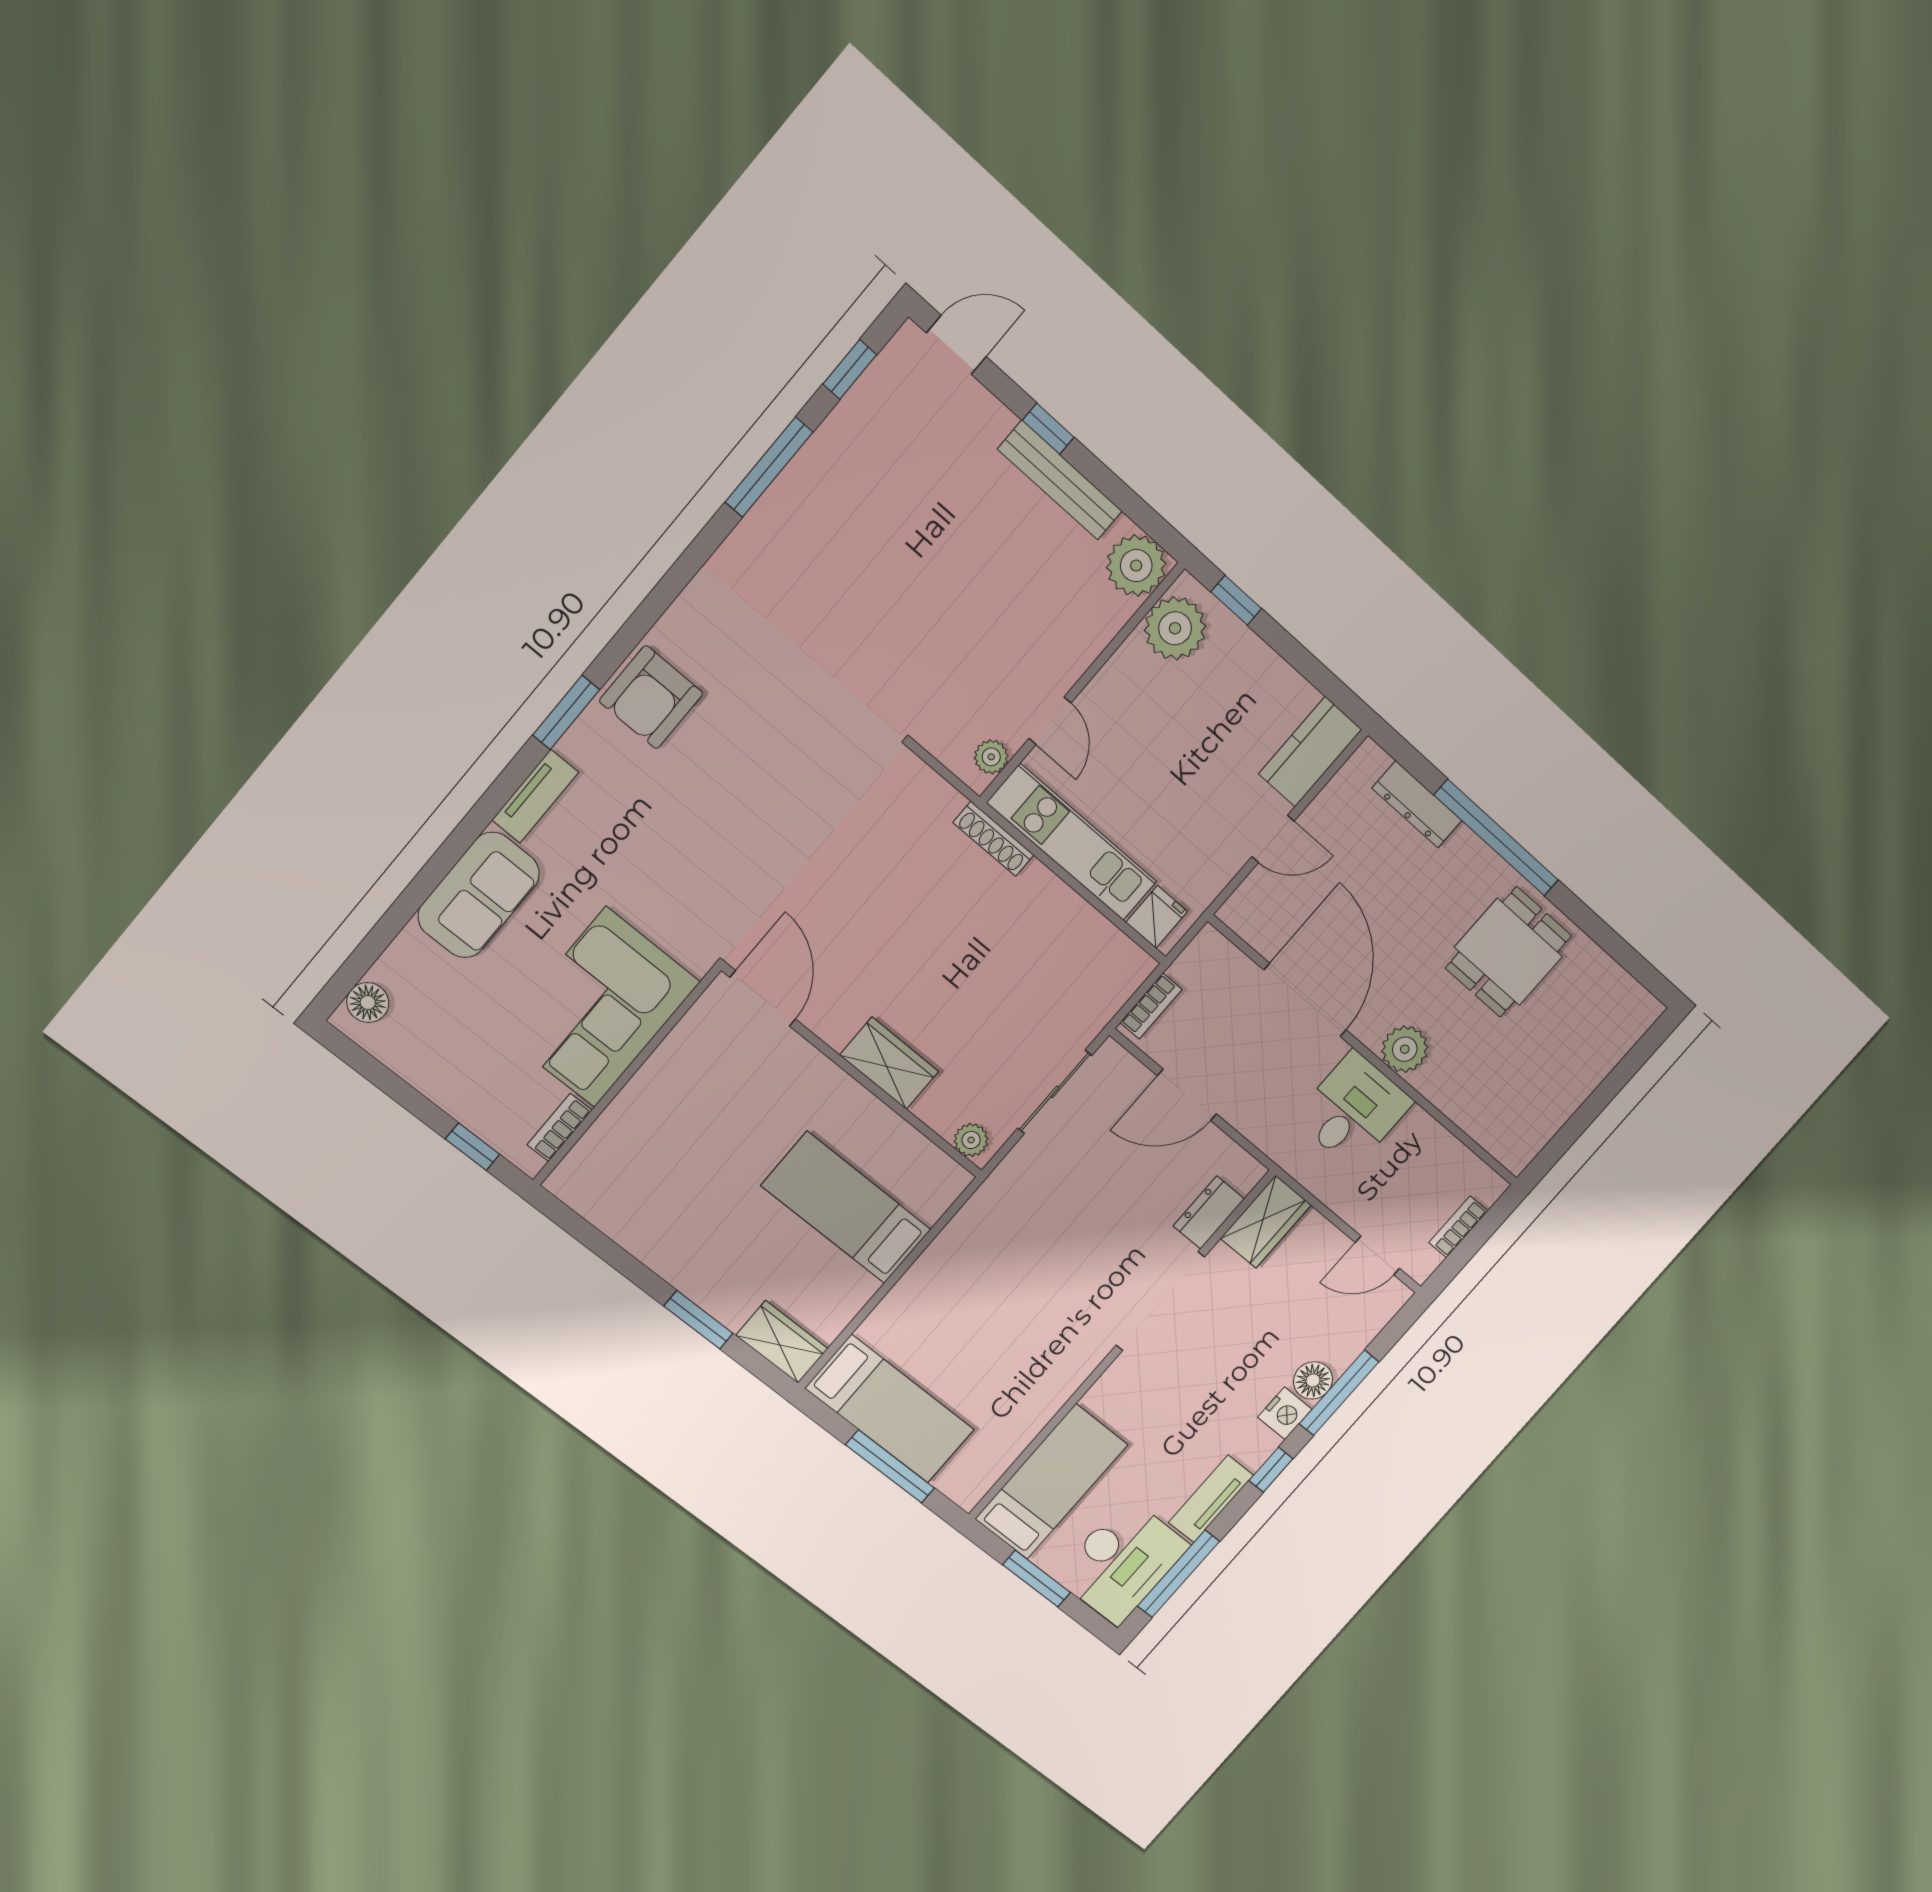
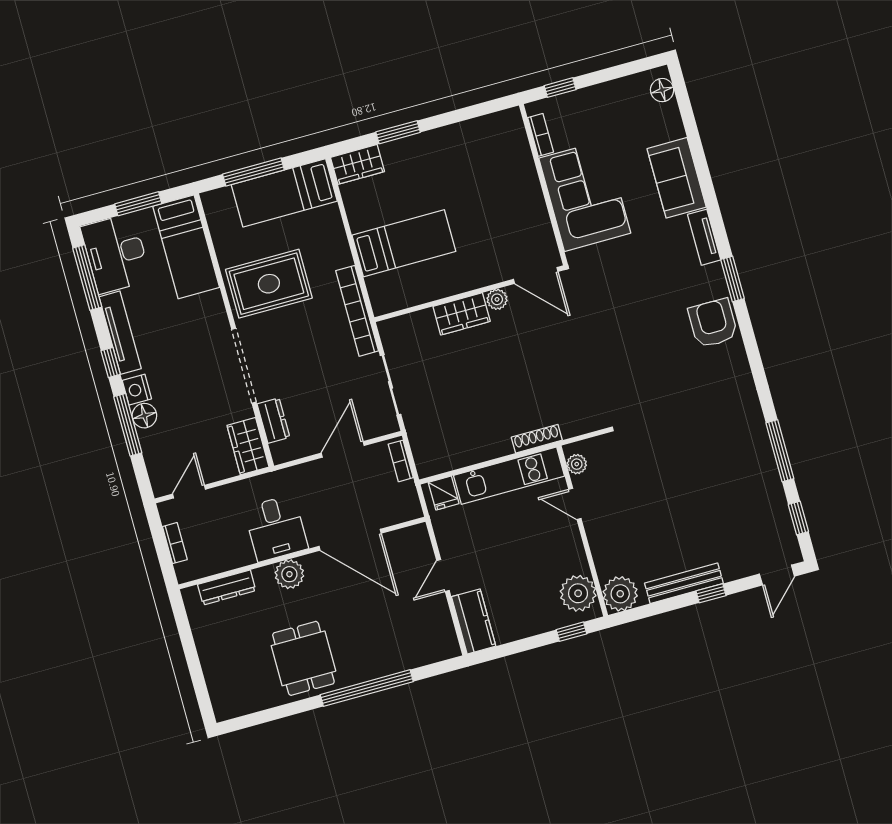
dresser: (1417, 804) -> (227, 587), moved, turned 180
plant: (971, 1140) -> (497, 299), moved
bookcase: (983, 1206) -> (357, 311), added
rug: (1027, 1345) -> (269, 284), added
tv unit: (1211, 1499) -> (120, 333), width x1.41

